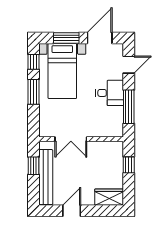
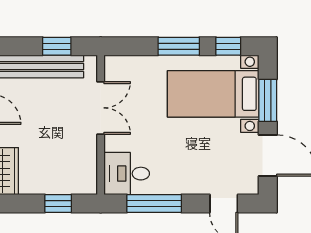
desk: (110, 93) -> (127, 174), moved, turned 90
double door: (71, 139) -> (101, 108), swing flipped

